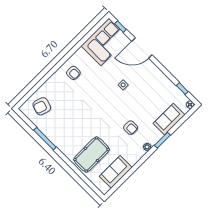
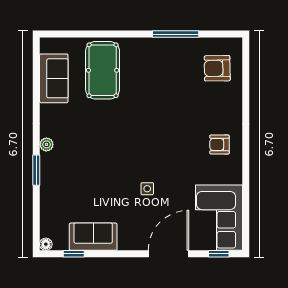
armchair: (42, 106) -> (217, 68), turned -108
sofa: (169, 119) -> (93, 237), moved, turned -90
armchair: (131, 128) -> (88, 147), removed

